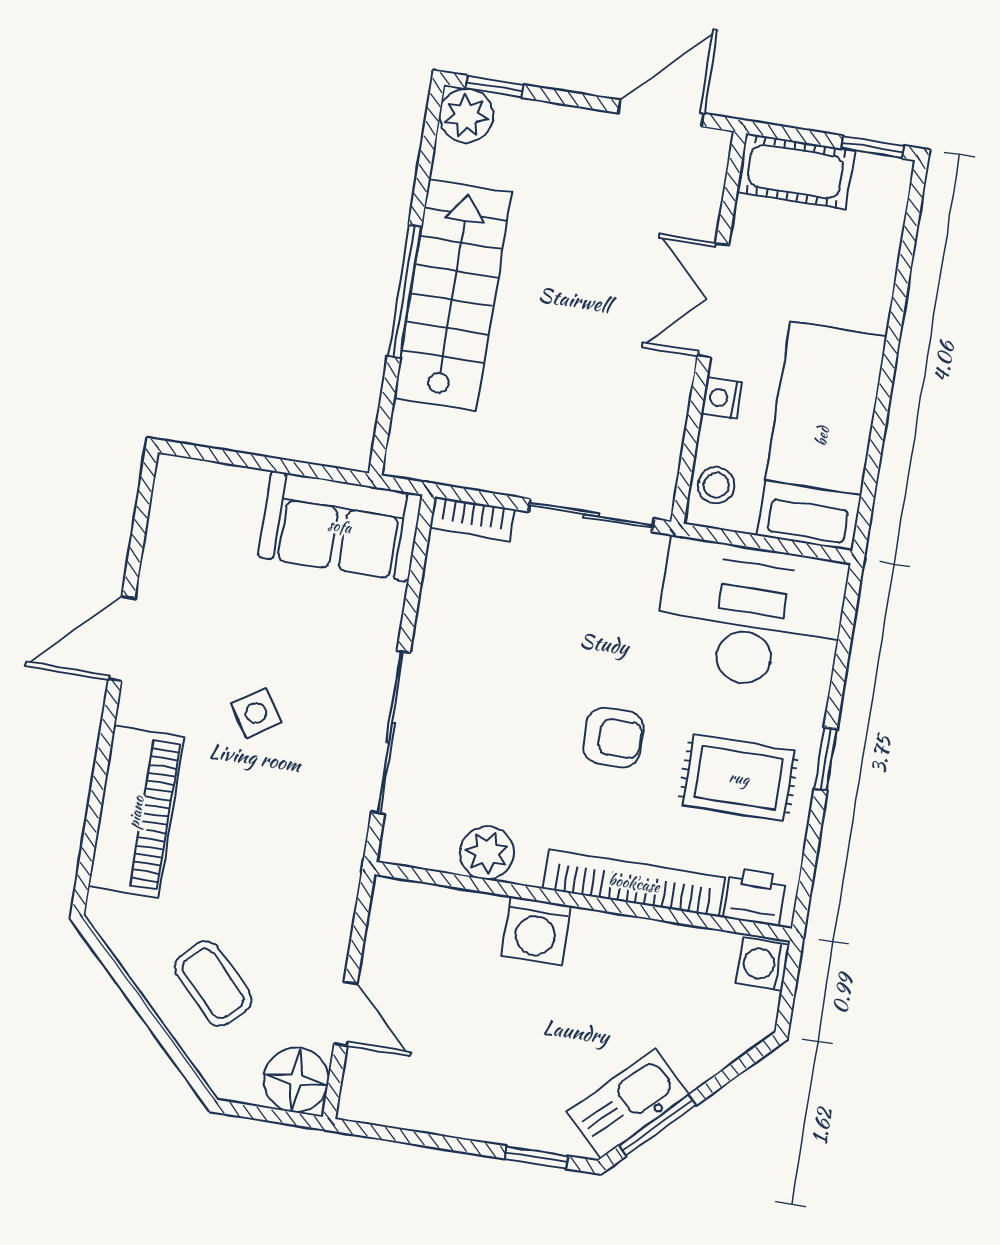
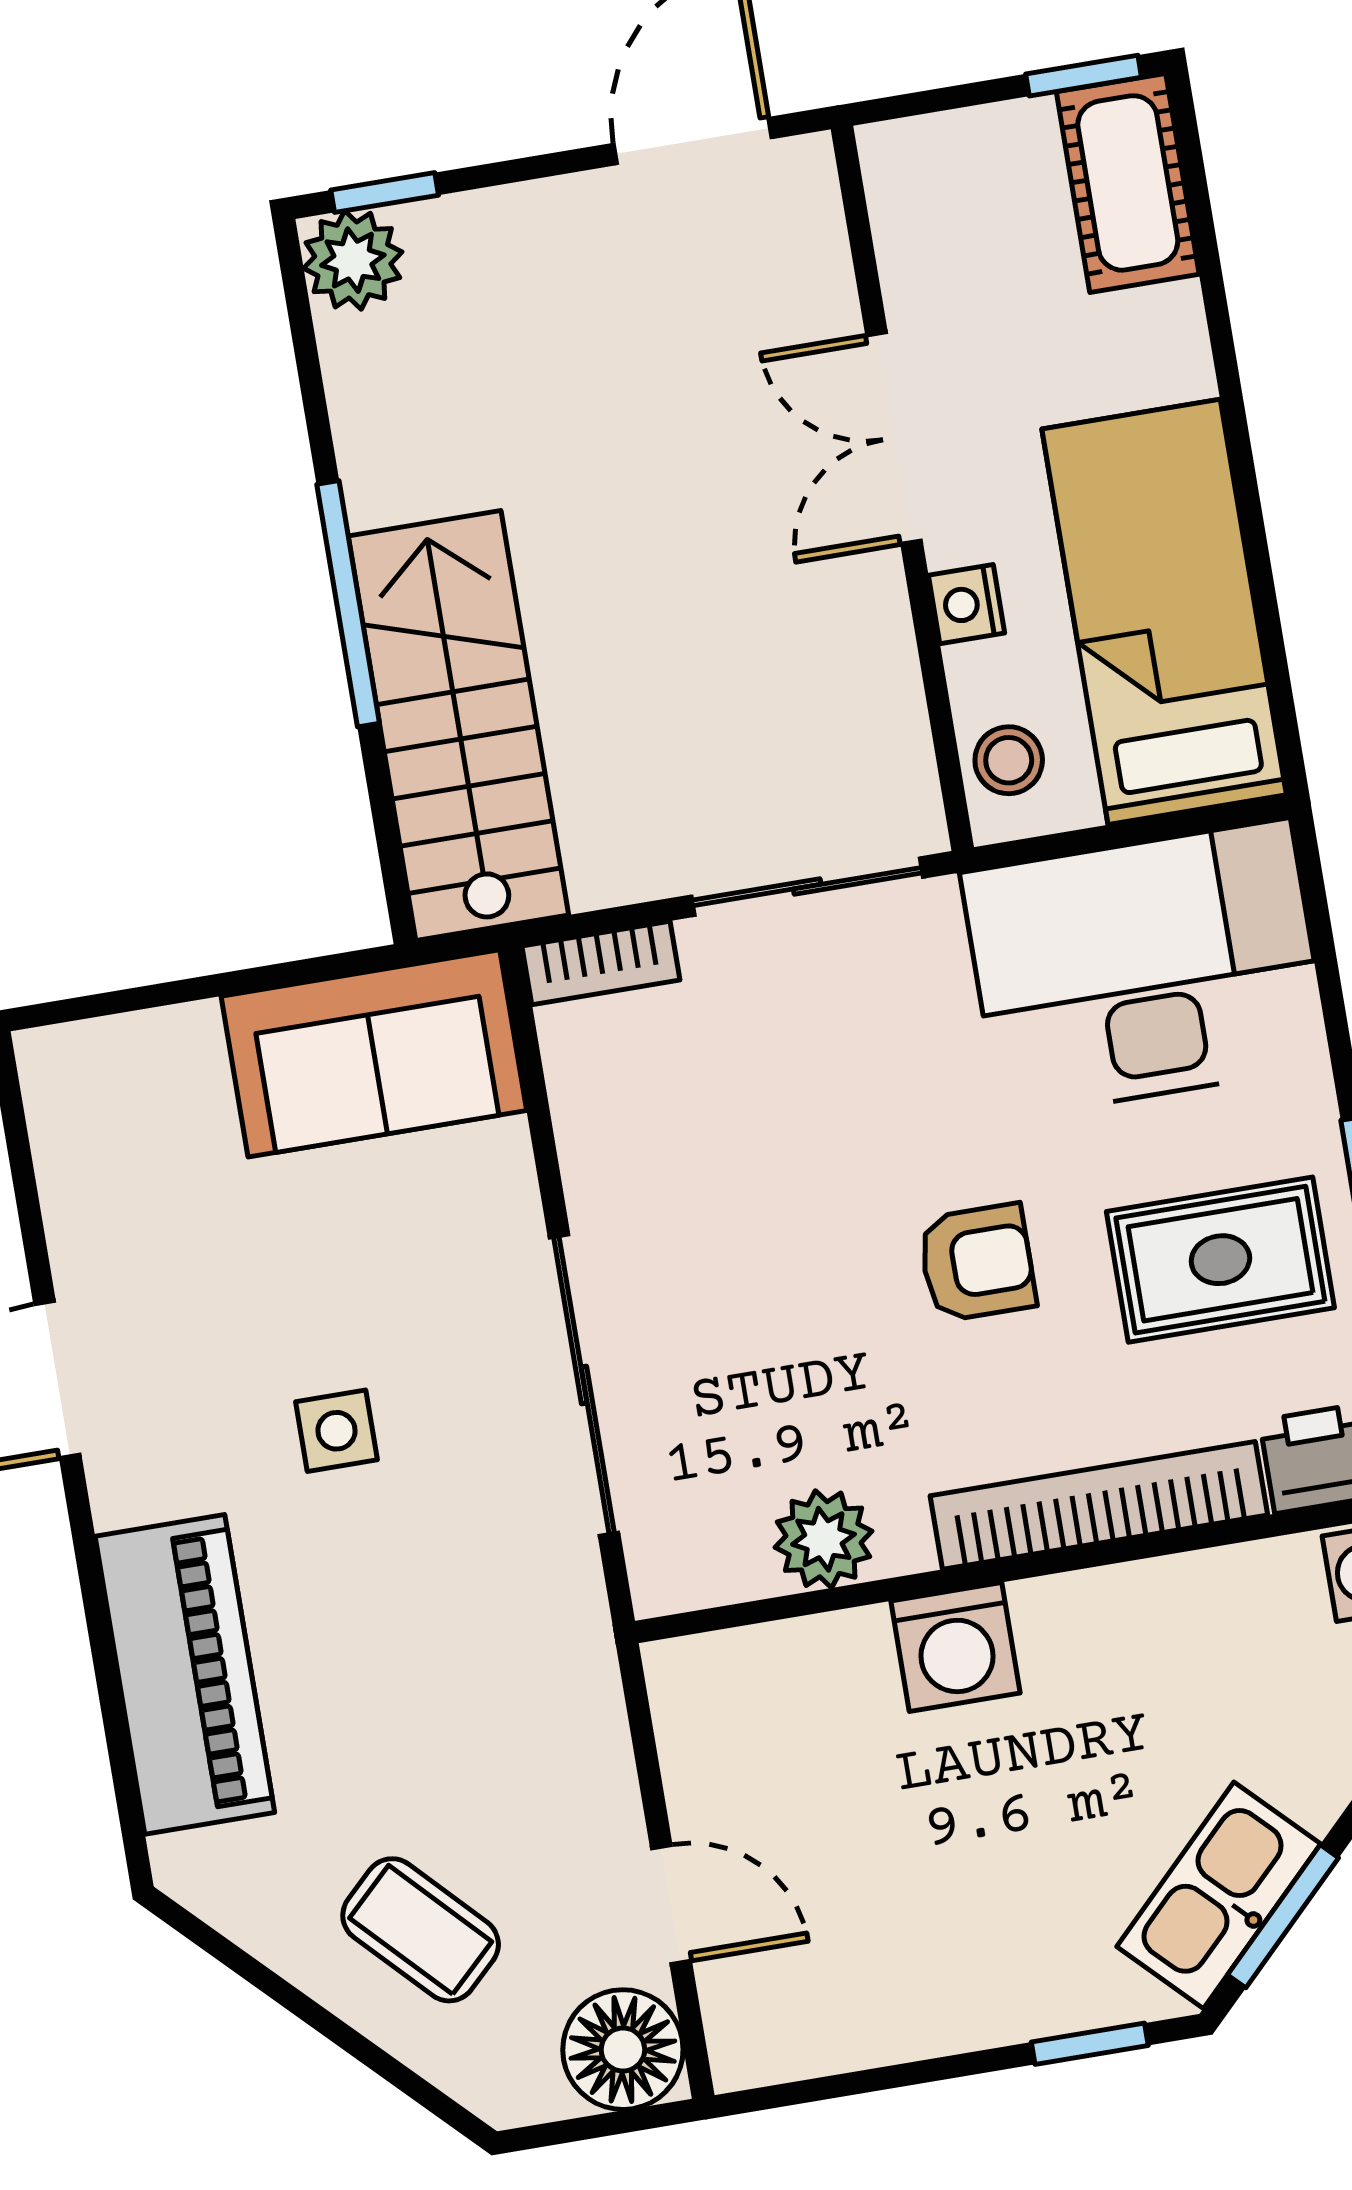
cot: (796, 171) -> (1128, 183), moved, turned 90
stairs: (453, 295) -> (458, 725), moved
side table: (256, 713) -> (336, 1431), turned 33

